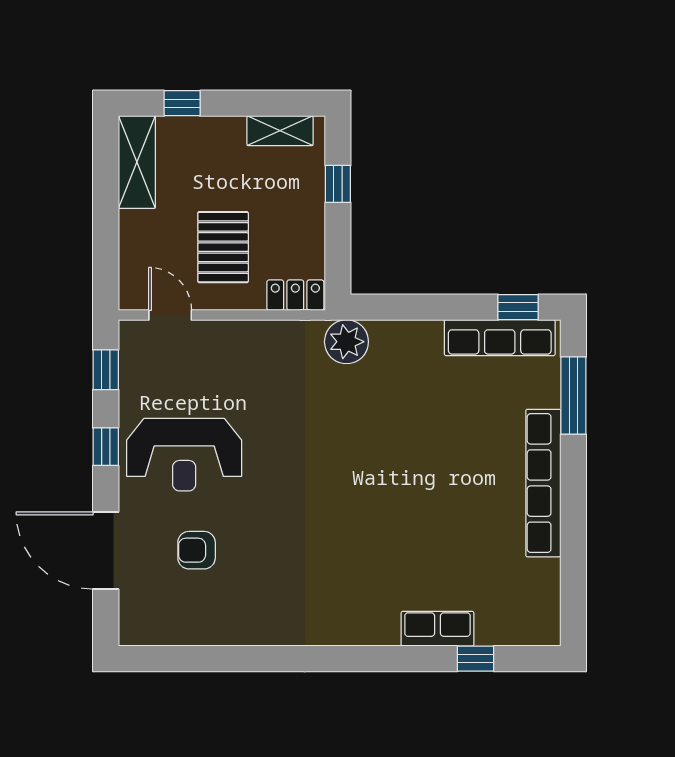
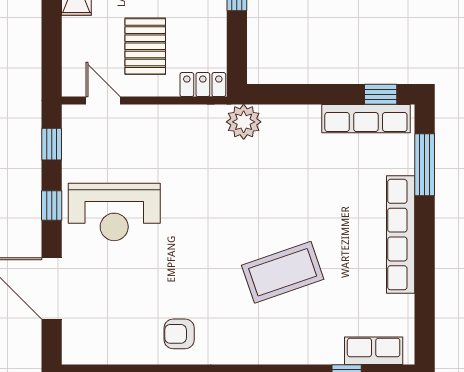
coffee table: (395, 530) -> (283, 272), added
armchair: (197, 550) -> (179, 334), moved
row of seats: (437, 629) -> (374, 351), moved

